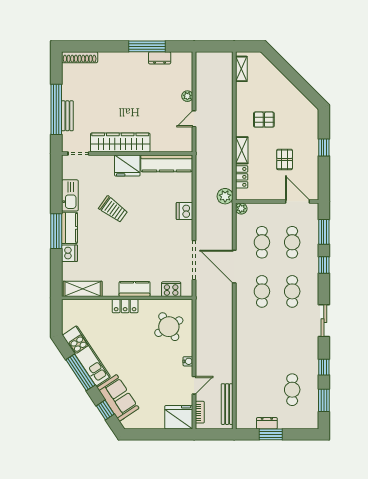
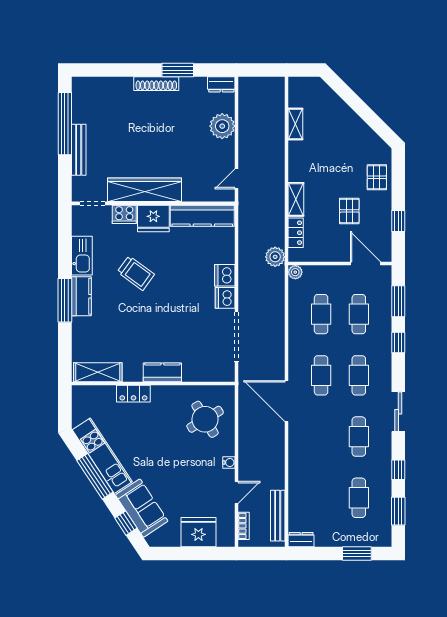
window: (147, 46) -> (178, 70), width x0.69
shoe rack: (80, 57) -> (156, 84), moved
dresser: (160, 58) -> (221, 84), moved
shelving: (241, 69) -> (295, 124), moved
plant: (187, 96) -> (222, 126), width x1.88, depth x1.88
window: (56, 109) -> (65, 124), moved
bench: (67, 116) -> (79, 150), width x1.36
door: (194, 119) -> (237, 179), moved
pallet: (264, 120) -> (377, 177), moved, turned 90
window: (324, 147) -> (398, 221), moved
dishwasher: (69, 253) -> (225, 298), moved, turned 180
door: (234, 267) -> (287, 401), moved
cooker: (171, 289) -> (124, 214), moved, turned 180
locker: (125, 306) -> (133, 394), moved
cafe table: (292, 341) -> (359, 437), added
fridge: (179, 417) -> (198, 532), moved
dresser: (267, 423) -> (301, 540), moved
window: (271, 434) -> (357, 554), moved

